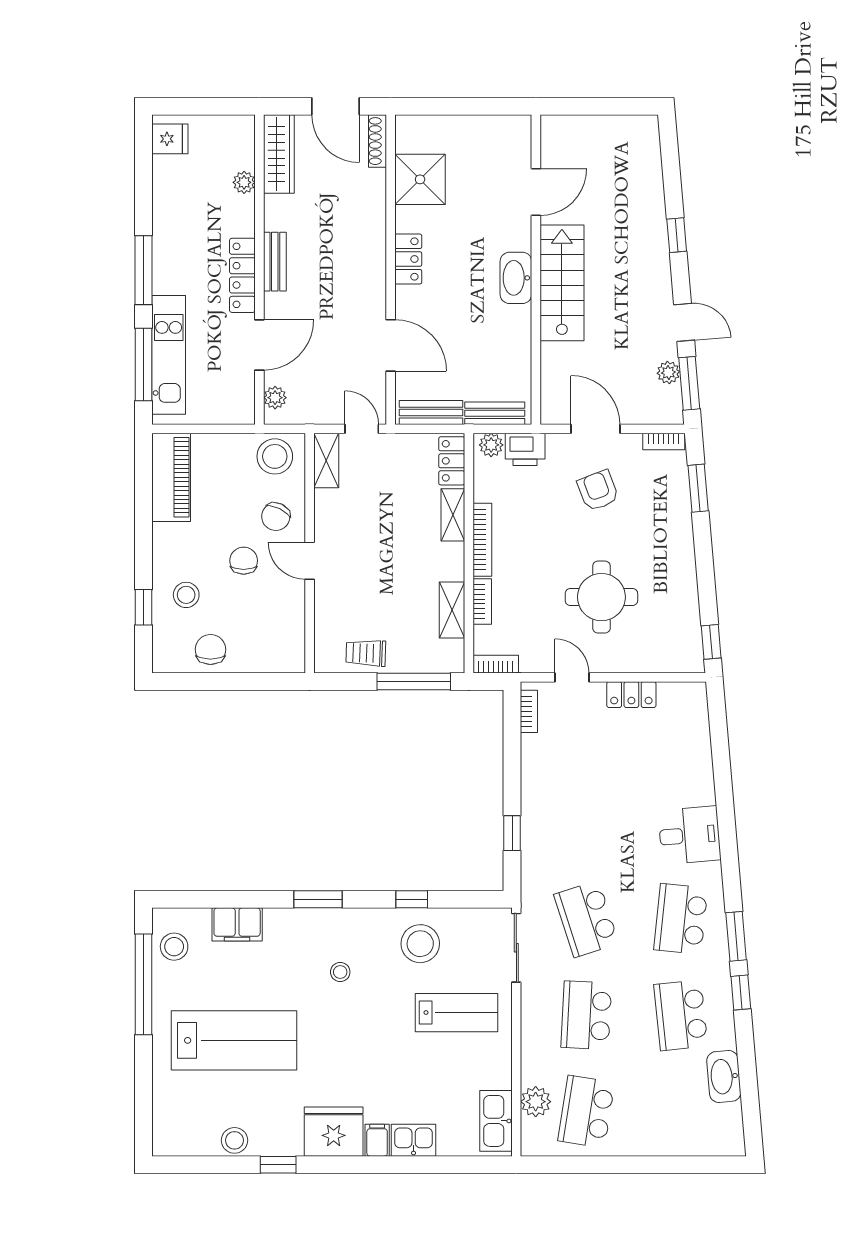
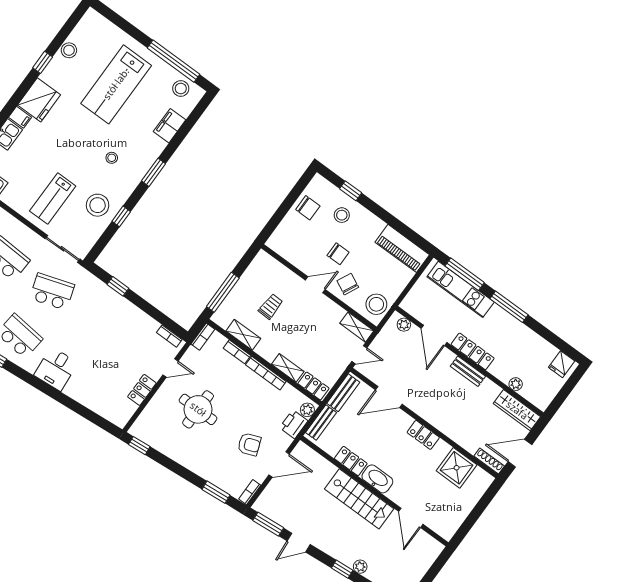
locker: (518, 333) -> (351, 461), added
plant: (668, 372) -> (360, 567), moved
trolley: (366, 653) -> (271, 306), moved

